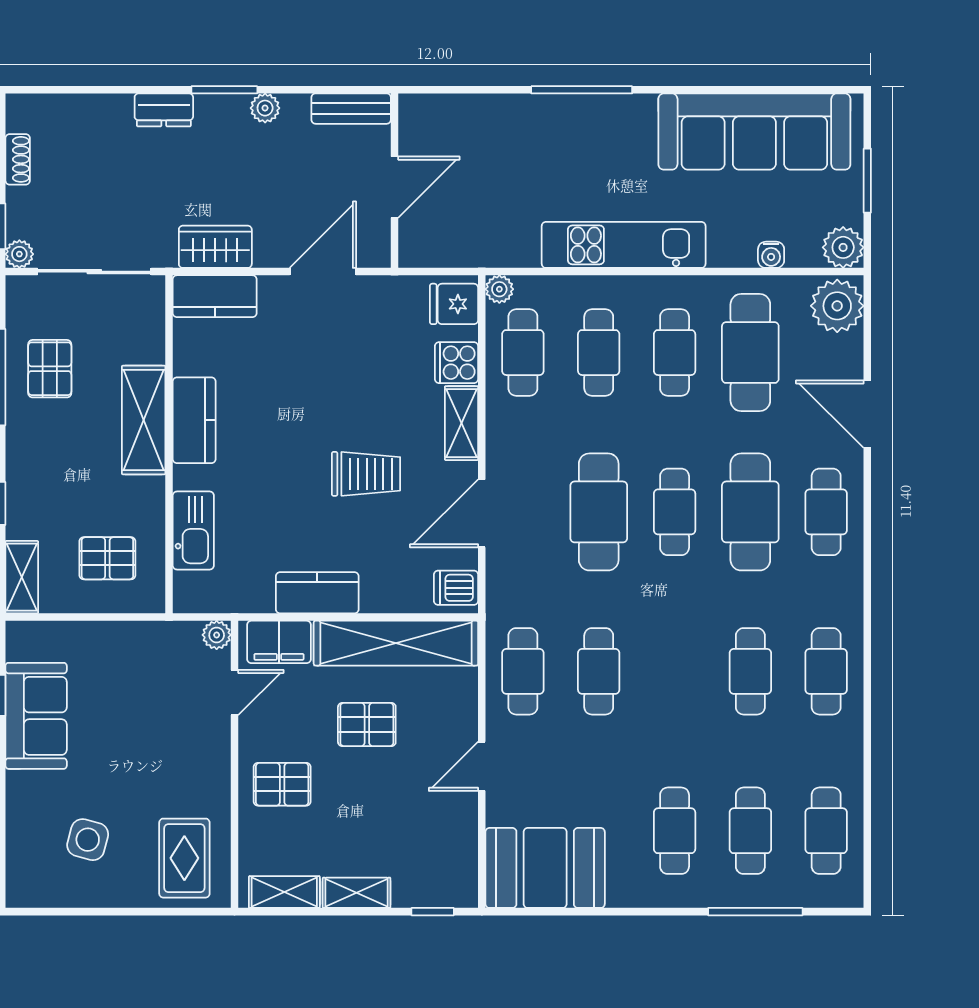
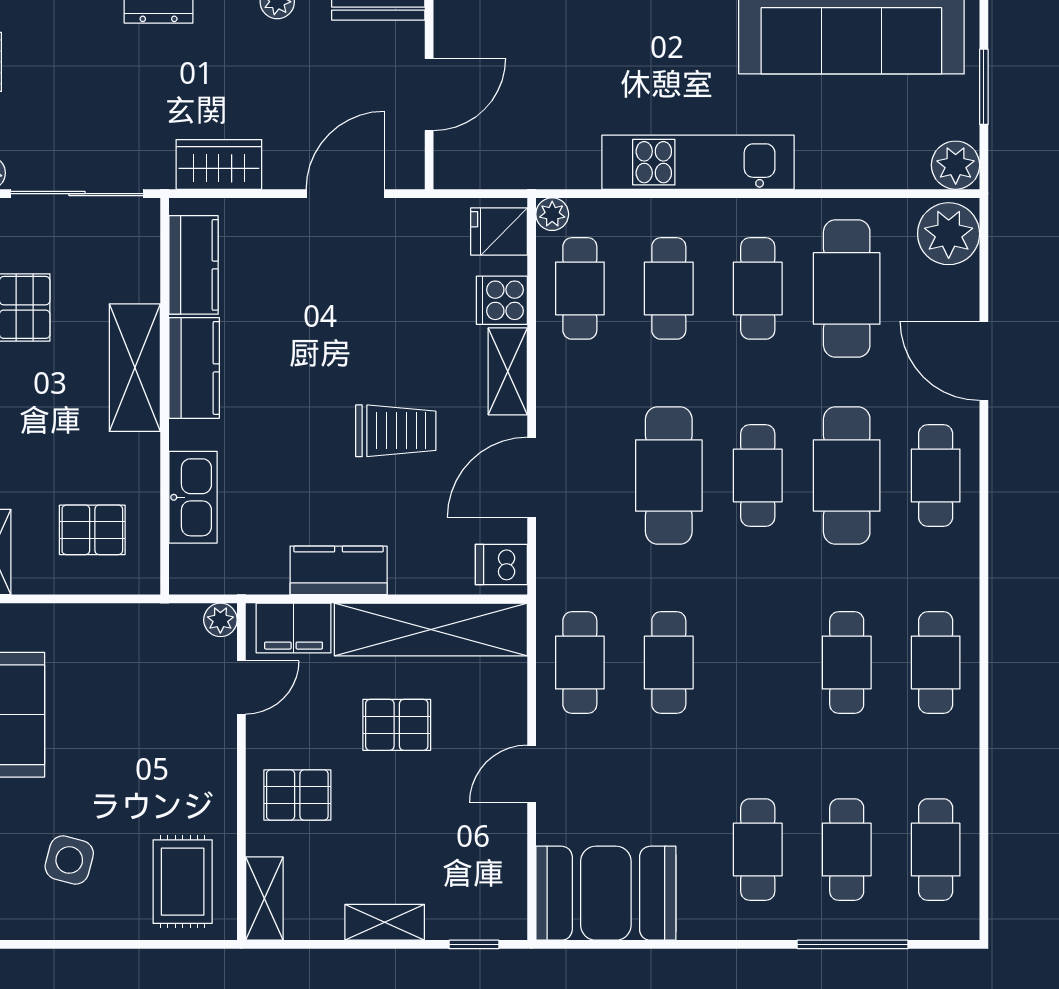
water cooler: (771, 255) -> (871, 174), removed
kitchen counter: (215, 296) -> (194, 265), moved, turned -90
shelving: (284, 892) -> (264, 899), moved, turned 90

